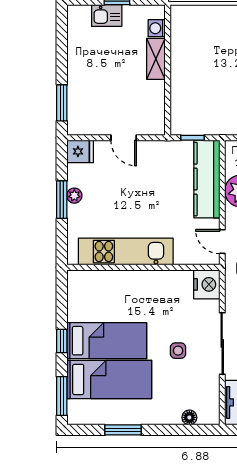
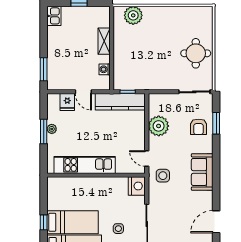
kitchen sink: (107, 16) -> (54, 16), moved, turned -90
plant: (201, 19) -> (133, 15), added
washing machine: (157, 28) -> (105, 69), moved
fridge: (80, 151) -> (67, 102), moved, turned 90
kitchen counter: (207, 179) -> (120, 102), moved, turned -90

